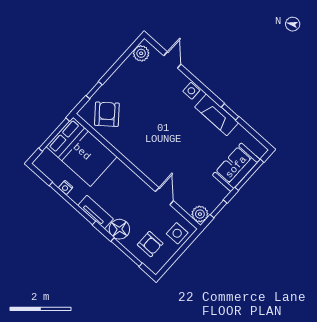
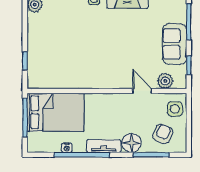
armchair: (107, 114) -> (49, 70), removed
sofa: (236, 167) -> (175, 44), moved
plant: (200, 214) -> (165, 81), moved
armchair: (150, 244) -> (163, 134), turned -68

